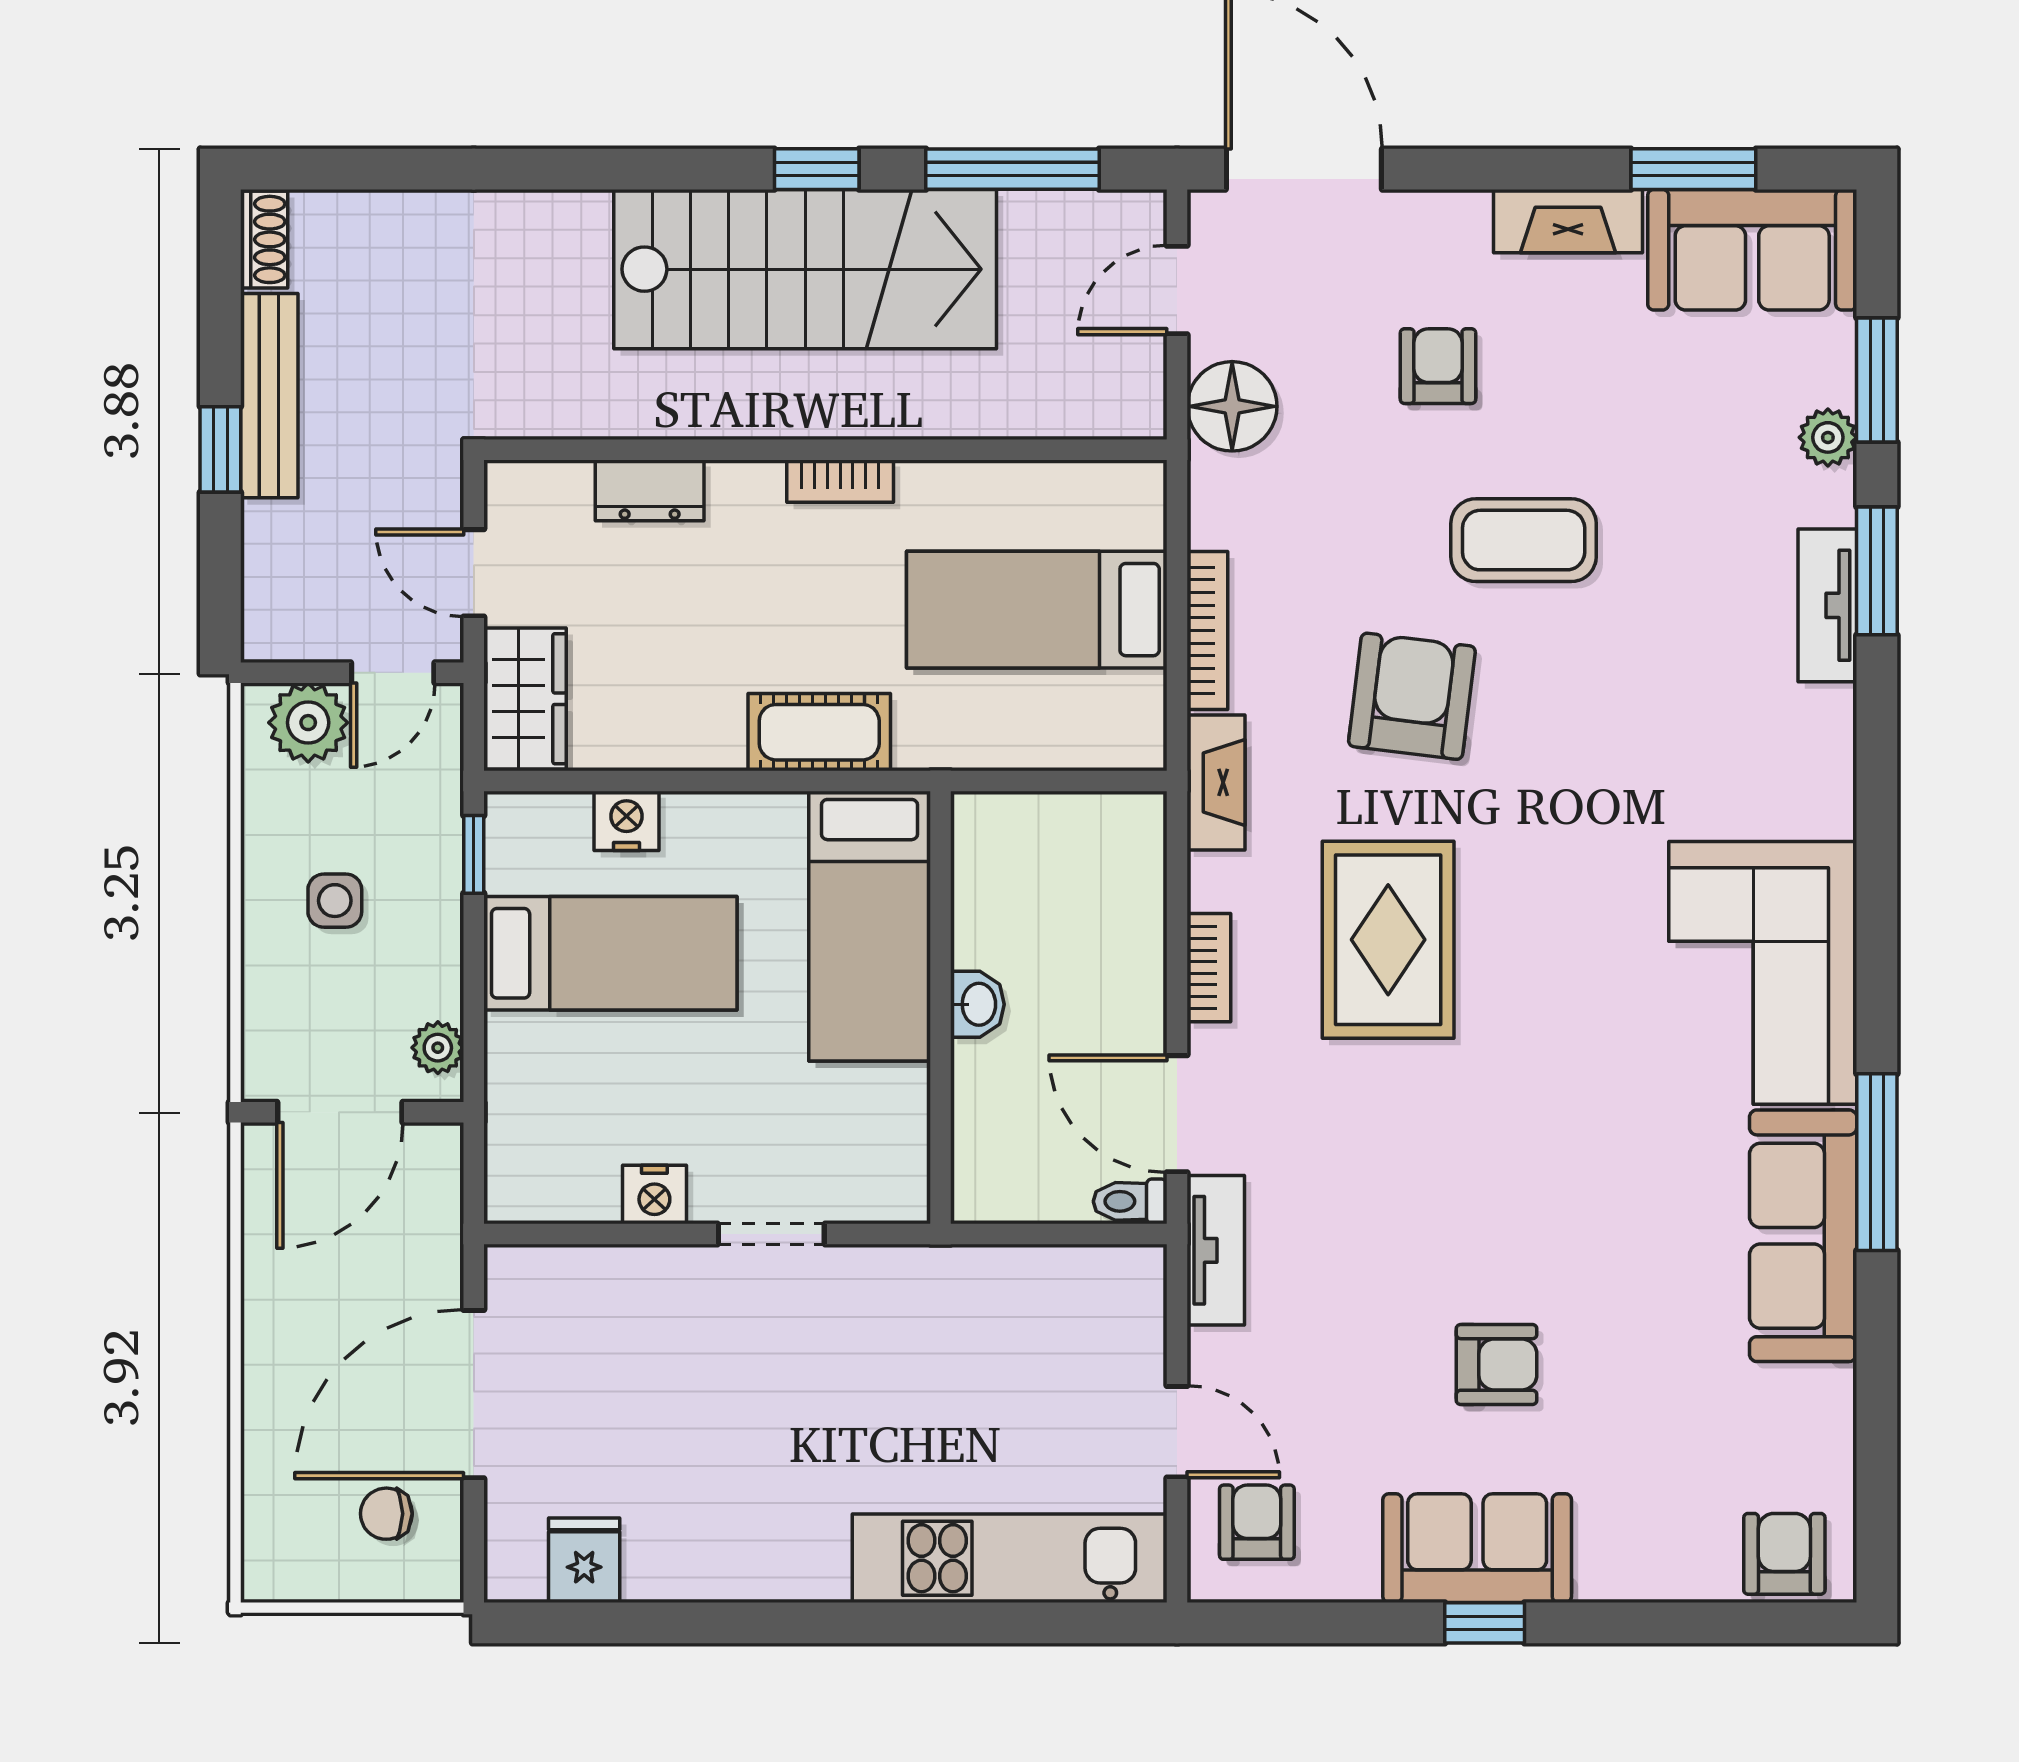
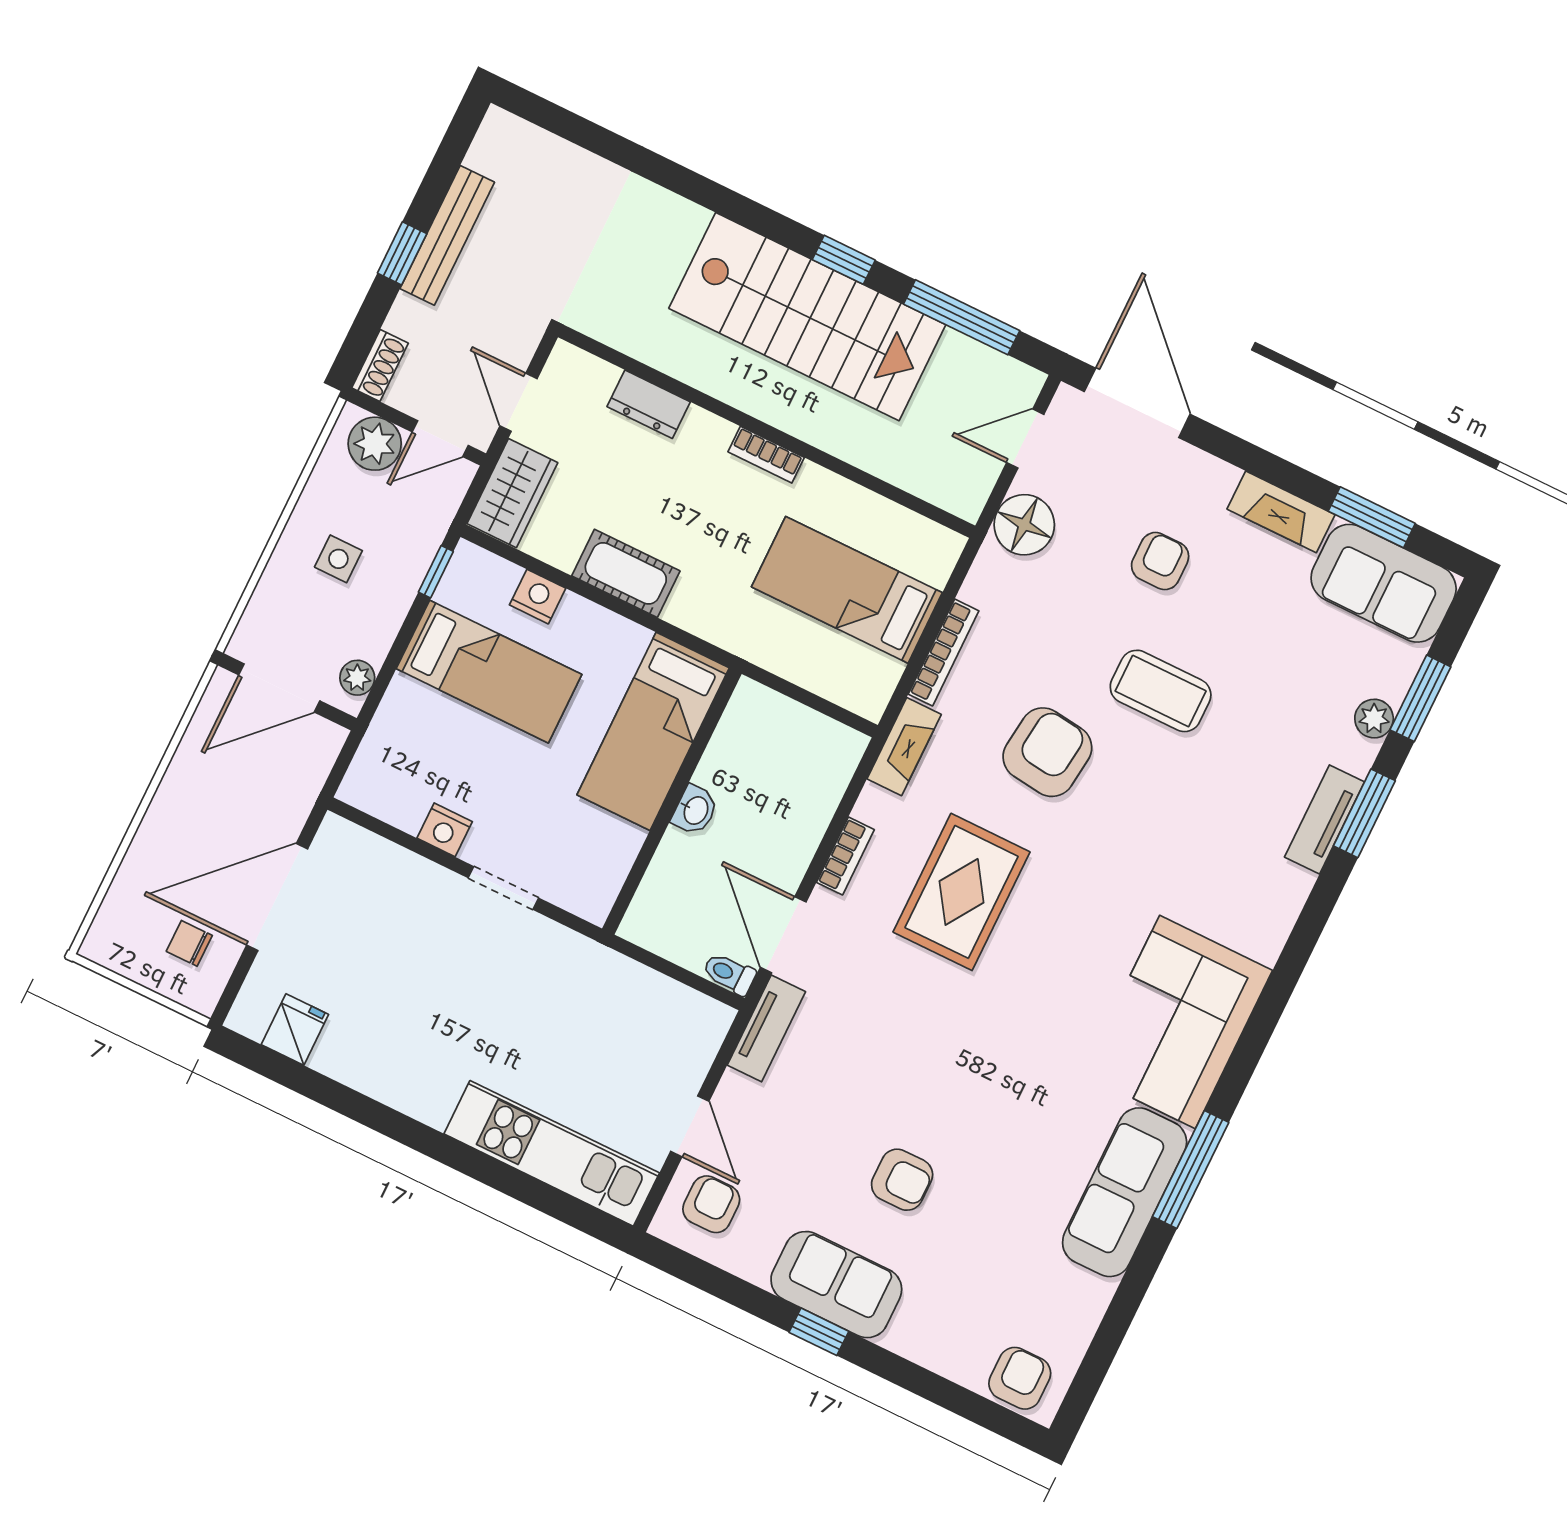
shoe rack: (264, 239) -> (380, 366), moved
cot: (819, 732) -> (626, 573), moved

